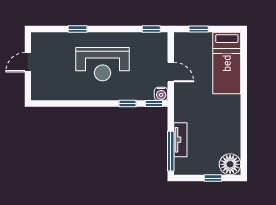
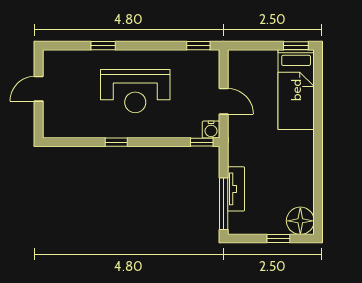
window: (199, 29) -> (296, 46), moved
window: (128, 104) -> (116, 142), moved

